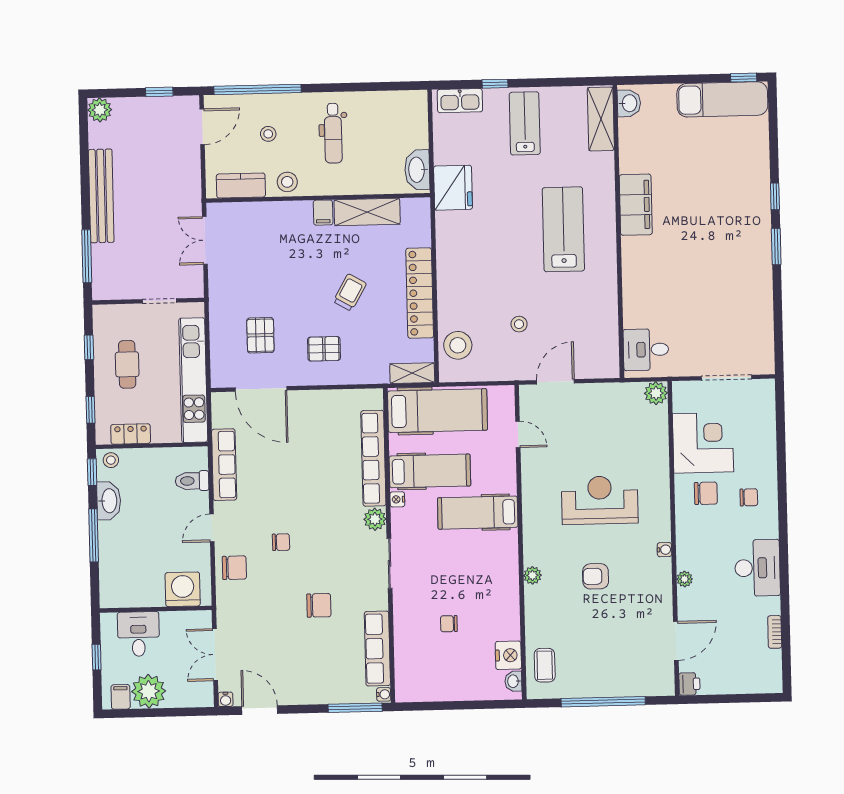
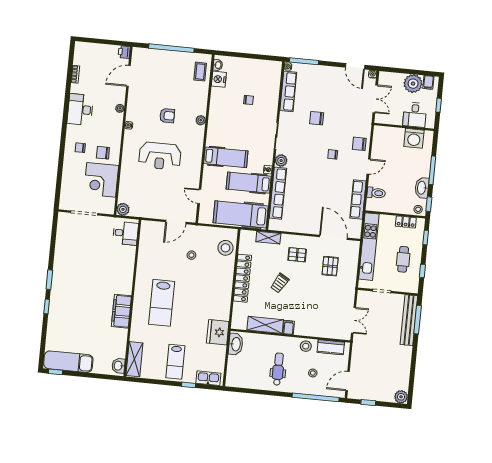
bench: (101, 196) -> (409, 320), moved
shelving: (412, 373) -> (268, 238), moved
washing machine: (183, 589) -> (414, 138), moved

